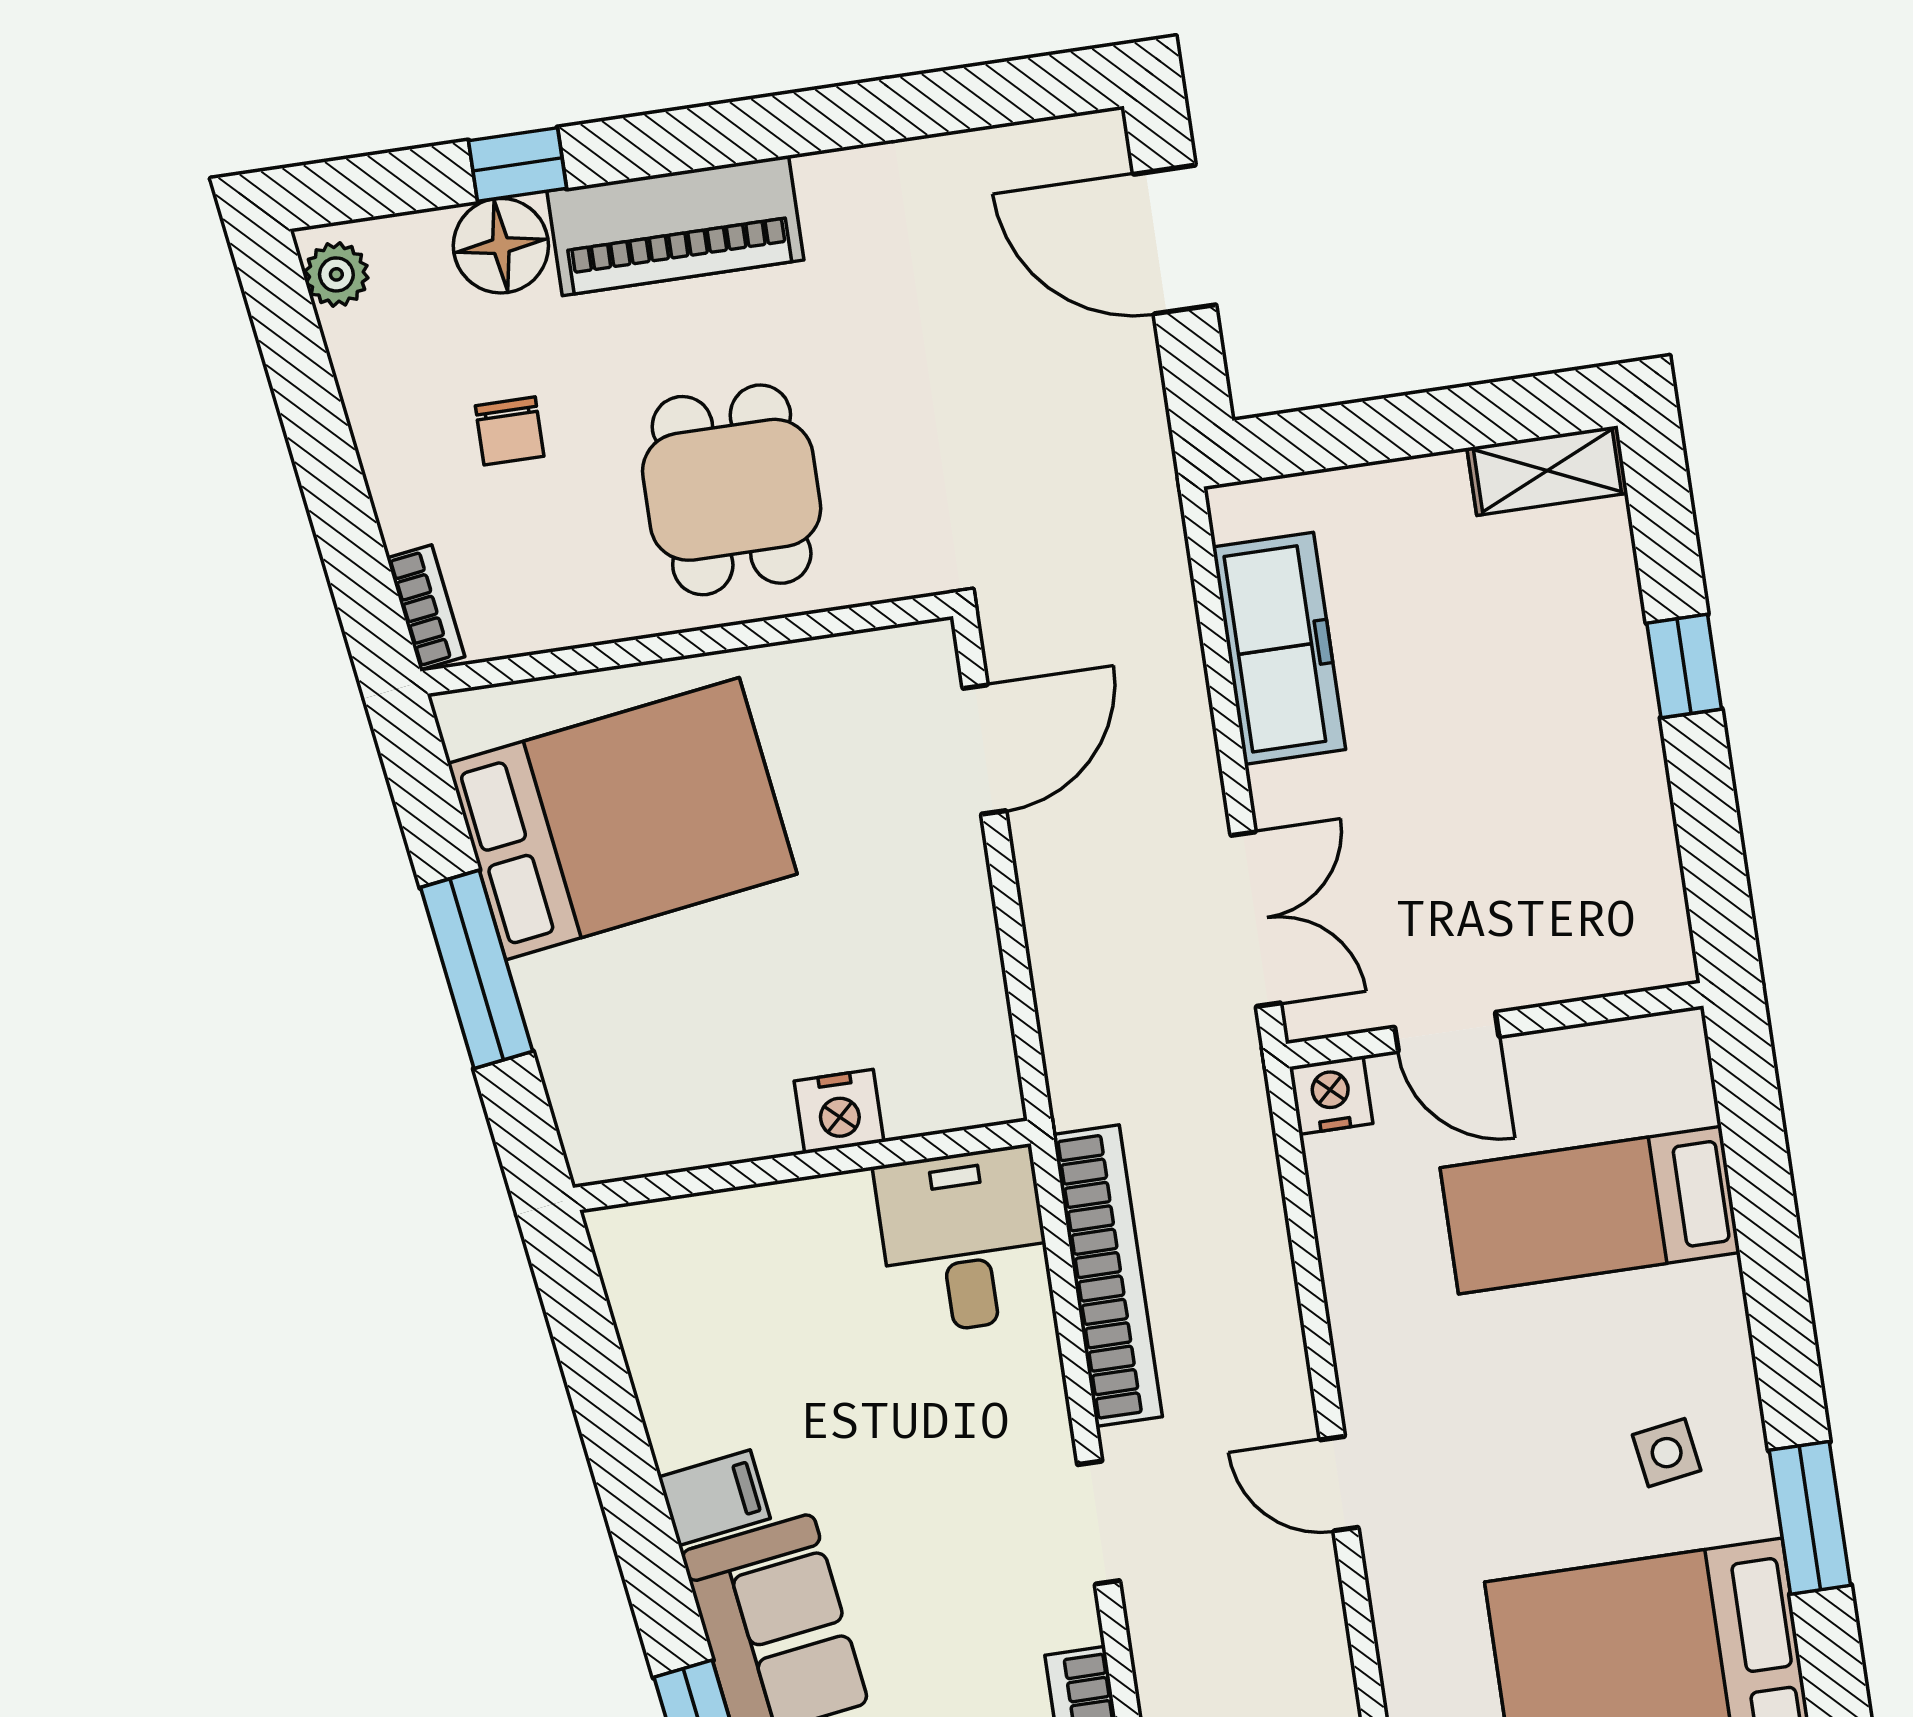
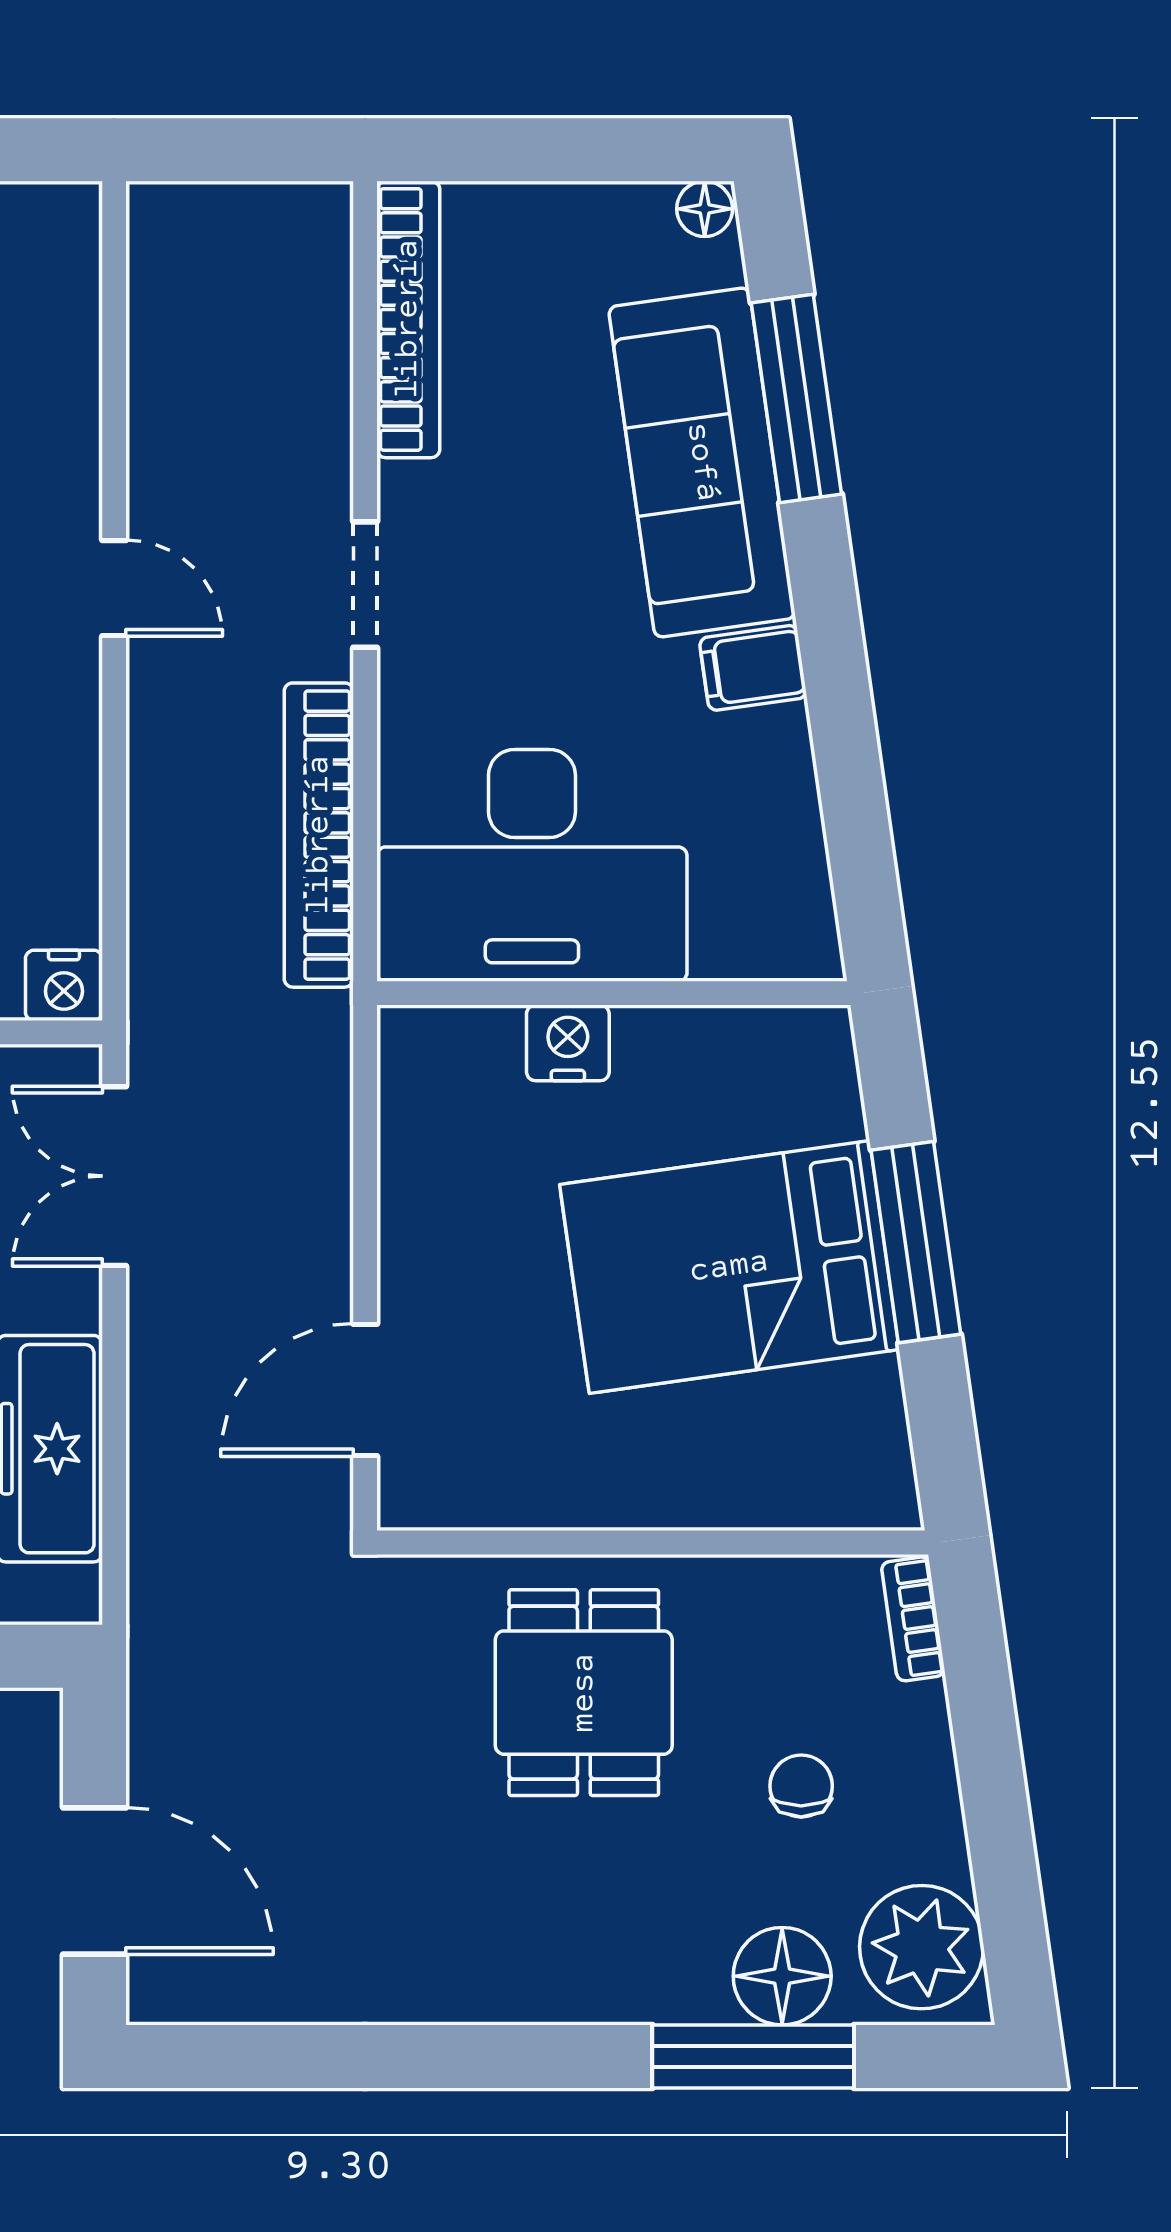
window: (517, 165) -> (753, 2056), width x2.17
piano: (675, 226) -> (601, 1970), removed
plant: (336, 274) -> (922, 1947), width x1.87, depth x1.87
bed: (622, 819) -> (729, 1267), moved
desk: (964, 1241) -> (532, 865), width x1.87, depth x1.30

